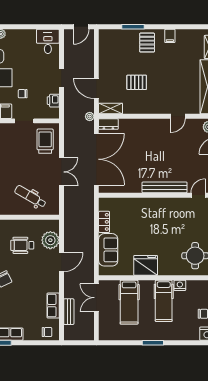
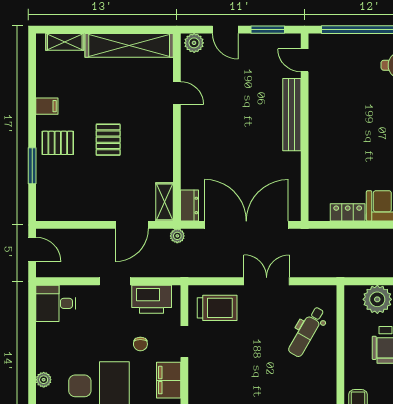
pallet: (137, 82) -> (108, 140), moved
printer: (53, 101) -> (152, 299), width x1.87, depth x1.48
trolley: (45, 141) -> (217, 308), turned 180

